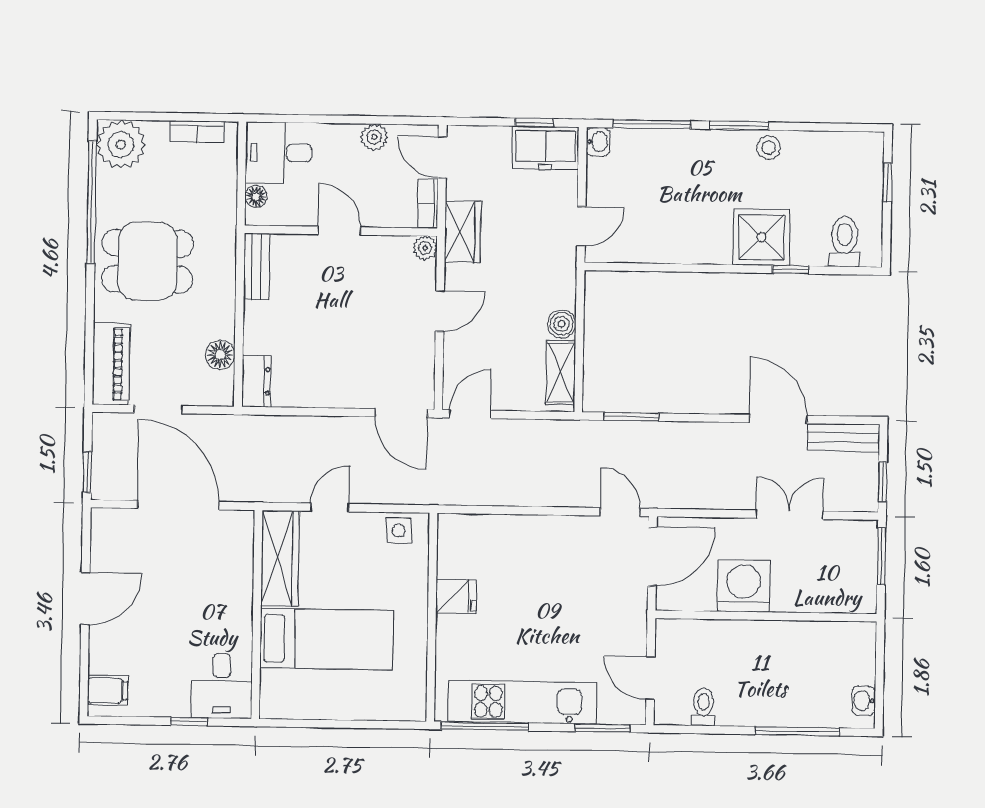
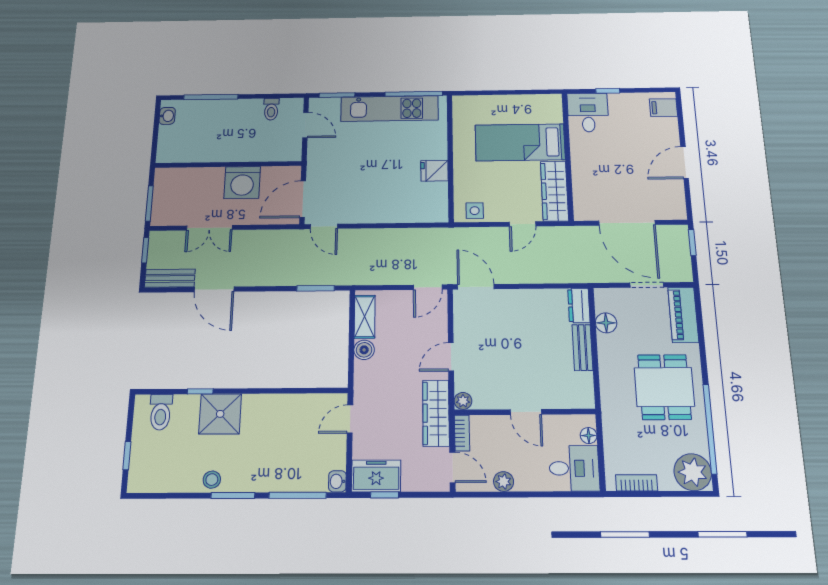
wardrobe: (463, 232) -> (436, 413), width x1.50
dining table: (147, 261) -> (664, 387), turned 90
bench: (257, 267) -> (582, 347), moved

